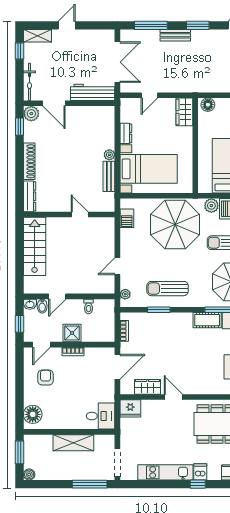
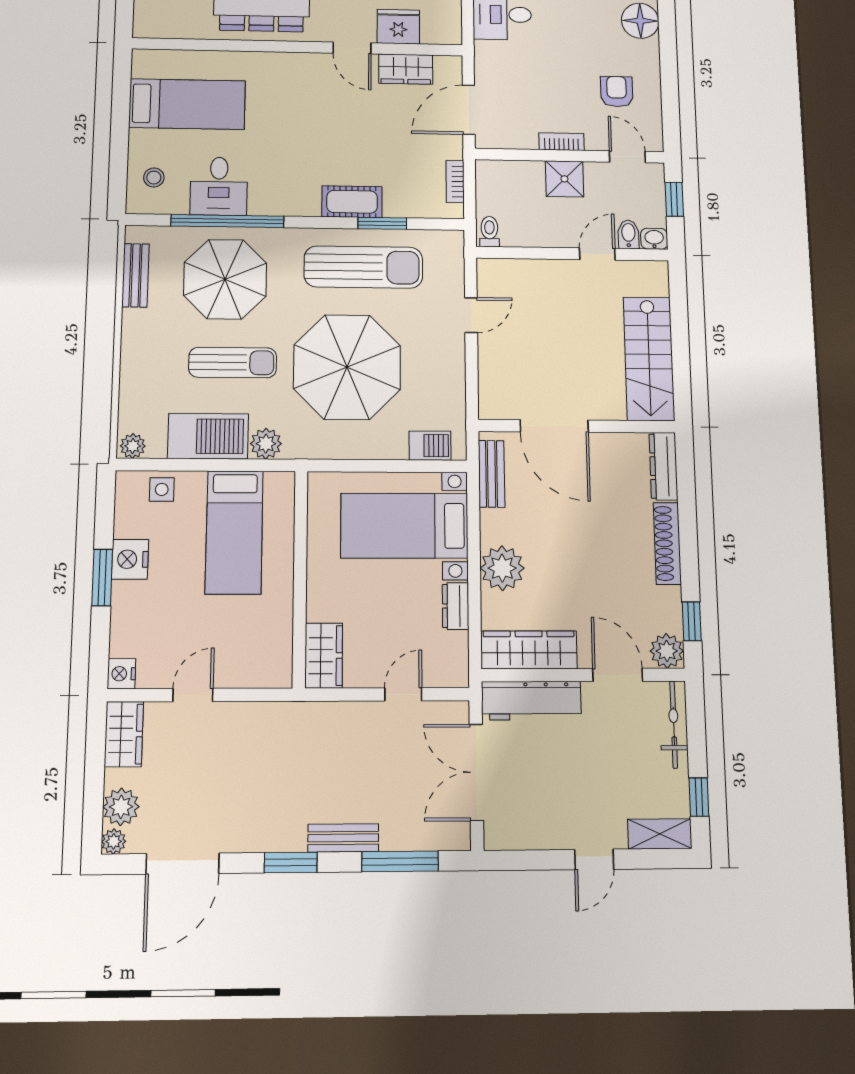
floor lamp: (208, 105) -> (270, 672), removed
wardrobe: (93, 114) -> (529, 650), added
plant: (109, 155) -> (502, 568), width x1.88, depth x1.88
bench: (109, 176) -> (492, 474), moved
door: (80, 215) -> (554, 426), width x1.88
barbecue: (127, 218) -> (430, 446), moved, turned 90
parasol: (175, 225) -> (347, 367), moved
sun lounger: (168, 289) -> (363, 267), width x1.36, depth x1.34
plant: (125, 294) -> (454, 257), removed
toilet: (89, 307) -> (489, 232), moved
cot: (207, 320) -> (352, 202), moved
door: (41, 345) -> (627, 157), hinge flipped
armchair: (46, 378) -> (617, 92), turned 180
fridge: (130, 408) -> (398, 27), moved

